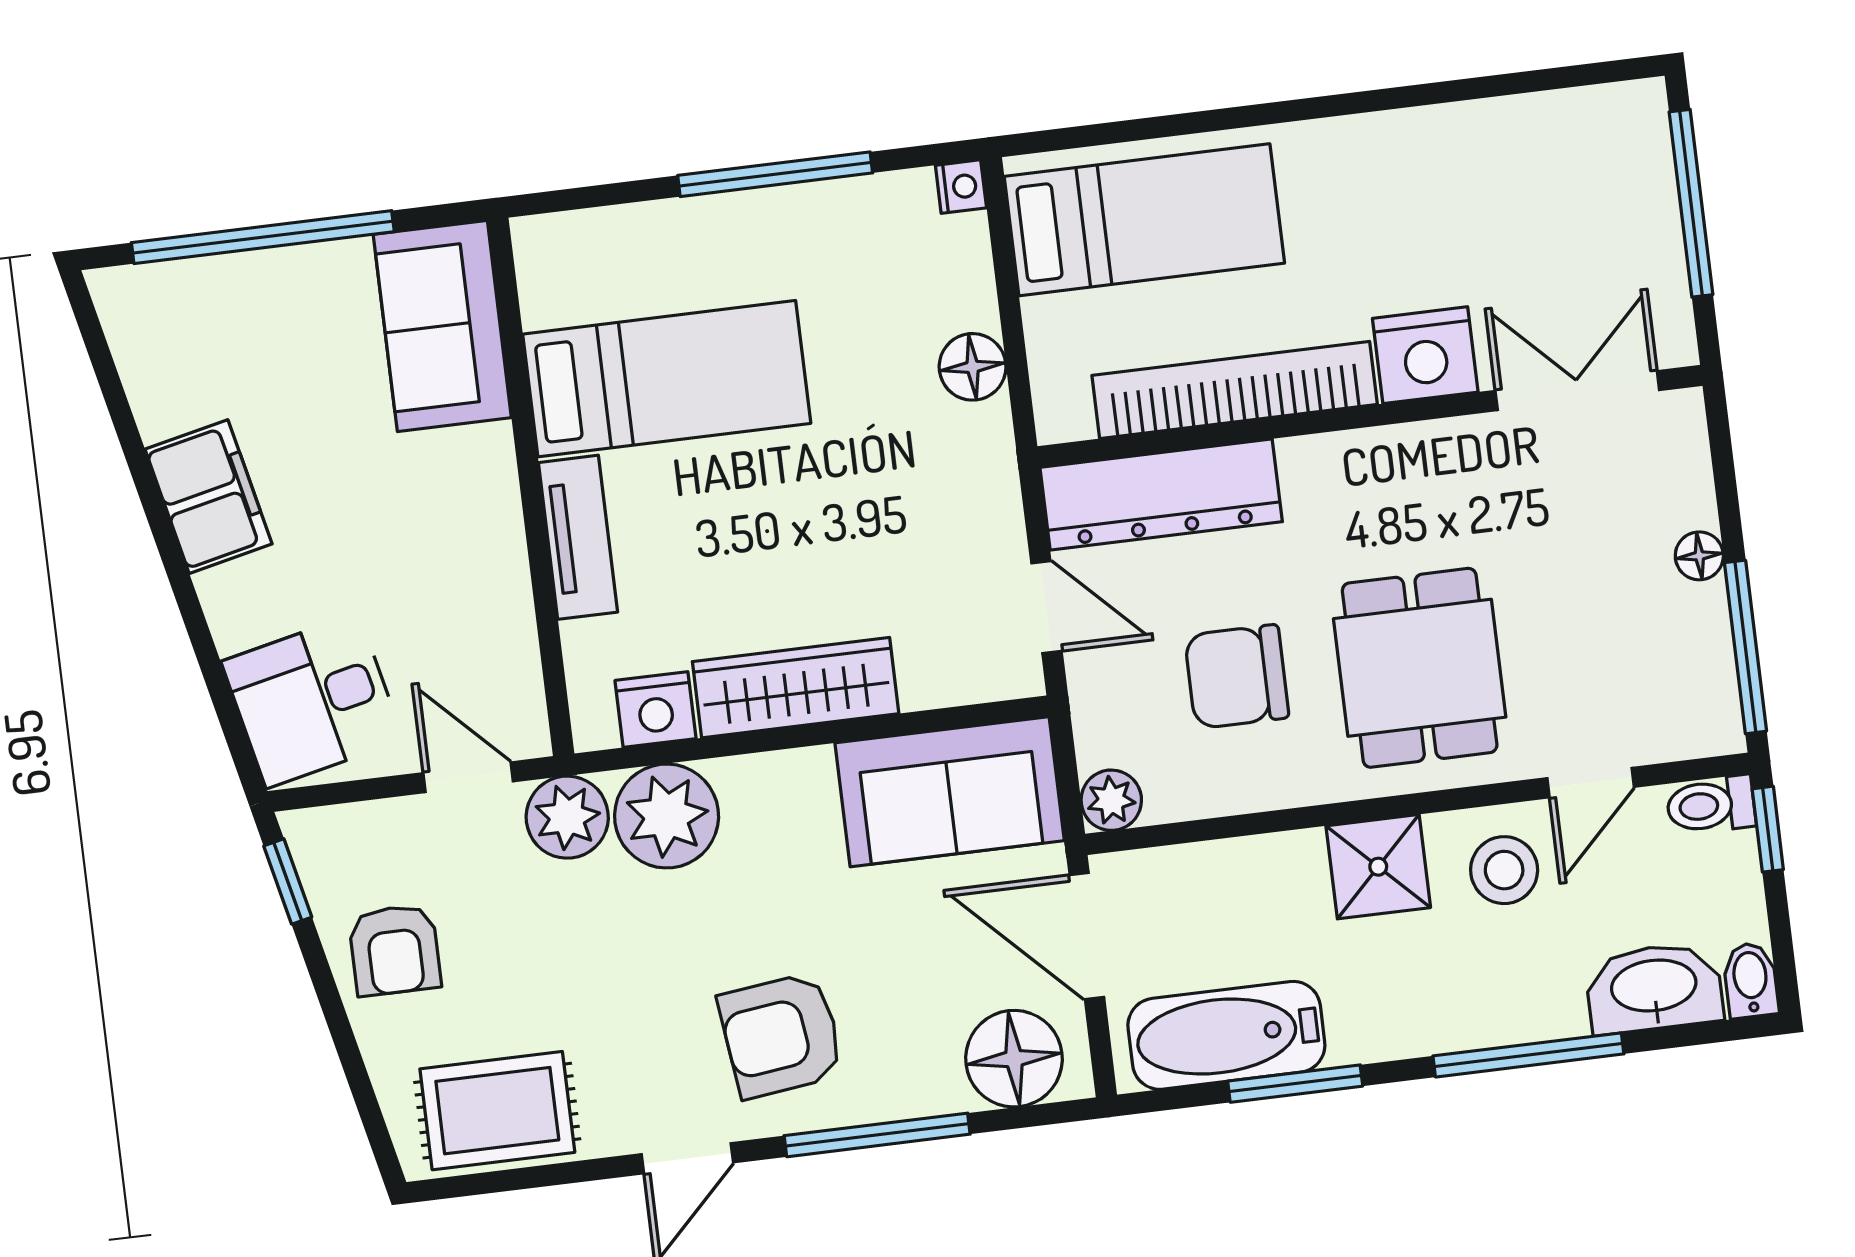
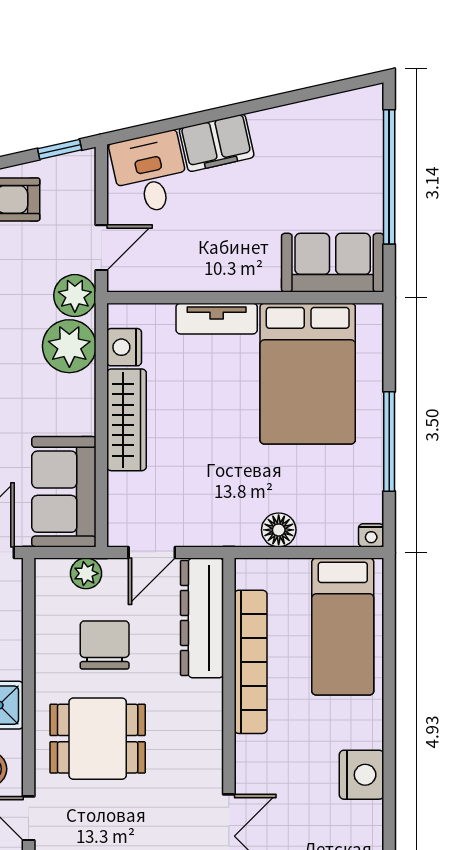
nightstand: (1425, 355) -> (362, 775), moved, turned 180
bed: (667, 379) -> (308, 374), width x1.50
filing cabinet: (209, 497) -> (217, 143), moved
plant: (1111, 800) -> (86, 573), moved

